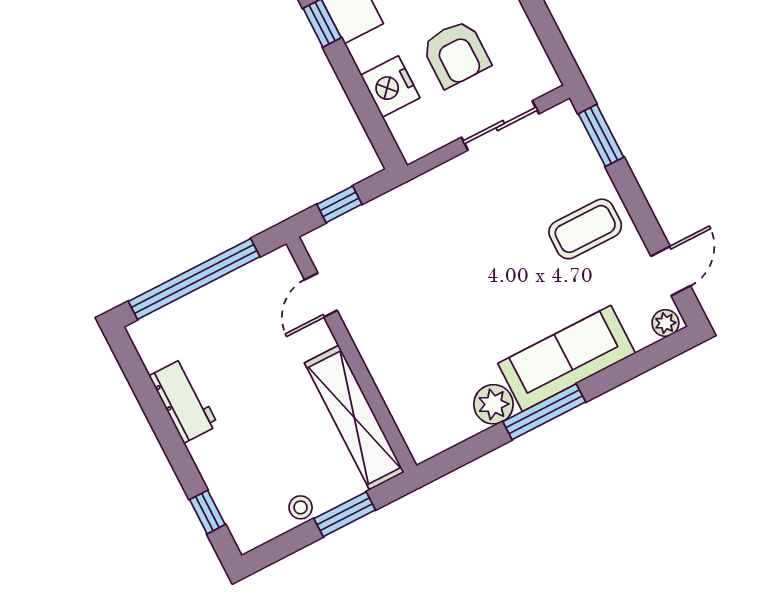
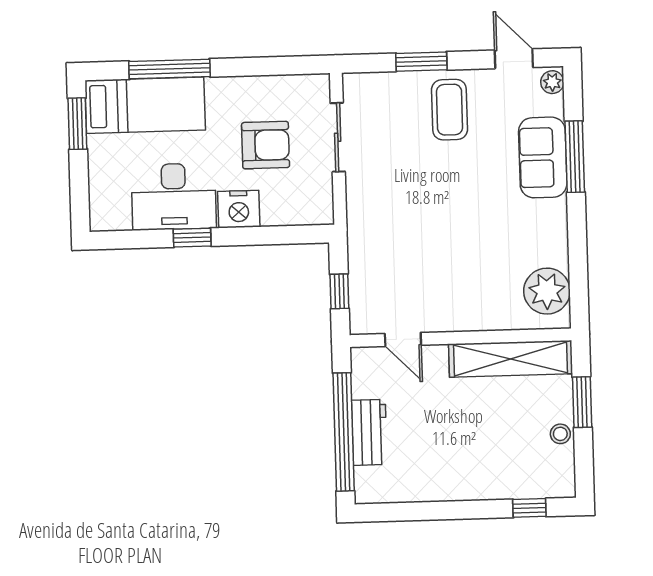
nightstand: (390, 87) -> (239, 209), moved
window: (601, 135) -> (421, 62), moved
sofa: (567, 358) -> (543, 157), width x0.73
workbench: (184, 401) -> (369, 432), moved, turned 90
plant: (493, 404) -> (547, 291), moved, width x1.36, depth x1.36
window: (544, 412) -> (575, 157), moved

